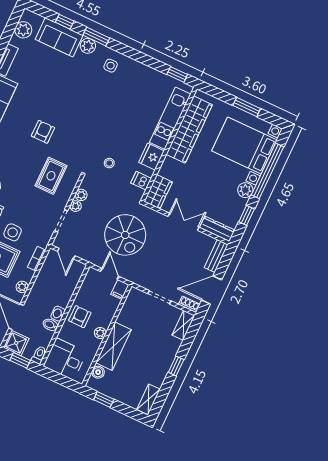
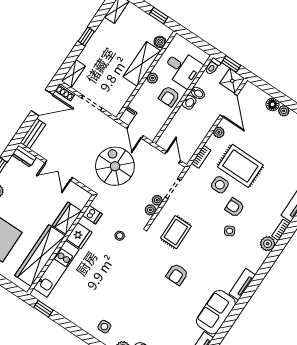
wardrobe: (158, 192) -> (67, 218), moved
dresser: (217, 229) -> (24, 156), width x0.70
desk: (65, 359) -> (183, 69), moved

